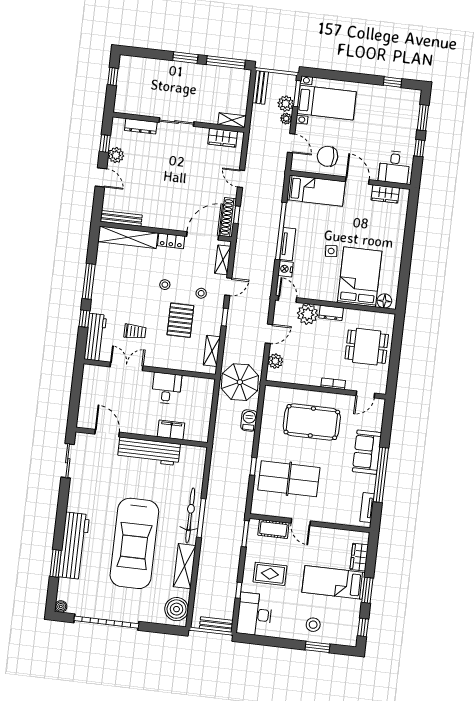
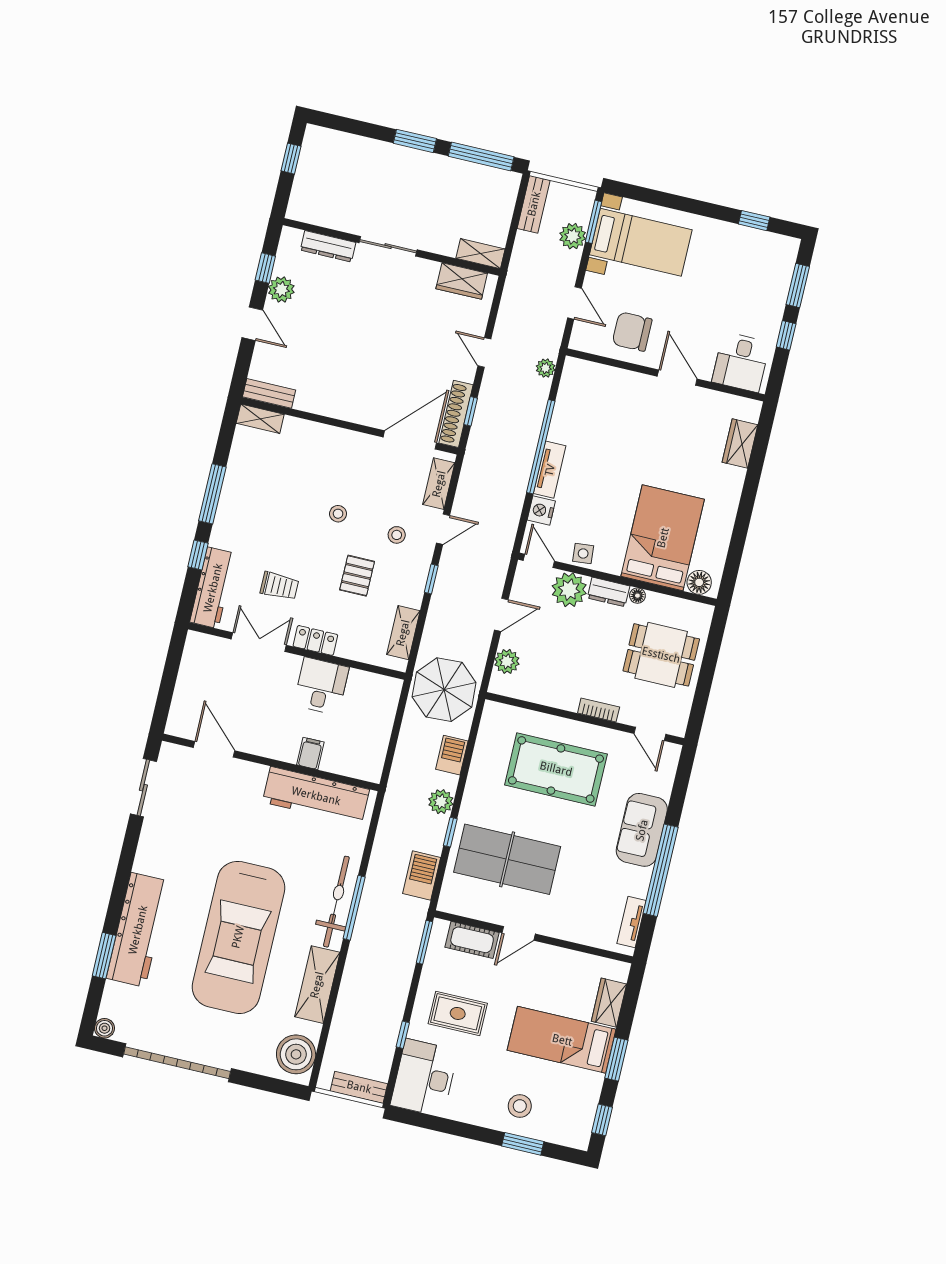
plant: (286, 119) -> (546, 368), moved
bed: (316, 191) -> (607, 386), removed
wardrobe: (385, 194) -> (740, 443), moved, turned 90
bench: (121, 218) -> (269, 393), width x0.73
shelving: (128, 237) -> (260, 419), width x0.45, depth x0.75
locker: (171, 241) -> (315, 640), moved, turned 180
side table: (331, 251) -> (583, 554), moved
floor lamp: (349, 313) -> (637, 596), added
pallet: (180, 320) -> (357, 576), width x0.67, depth x0.71
door: (365, 394) -> (650, 734), hinge flipped
filing cabinet: (171, 430) -> (310, 753), width x0.50
plant: (246, 449) -> (441, 802), added
workbench: (149, 451) -> (316, 796), moved
barbecue: (239, 494) -> (422, 876), added
door: (301, 522) -> (519, 933), hinge flipped

